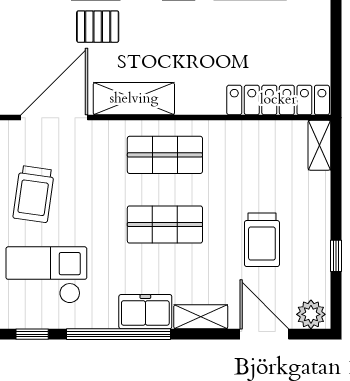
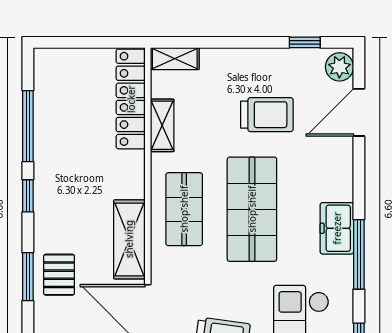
shop shelf: (165, 224) -> (252, 209), width x1.43, depth x1.36
window: (336, 256) -> (305, 42), moved
shelving: (201, 317) -> (162, 125), moved
window: (118, 334) -> (359, 254), width x0.68

